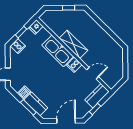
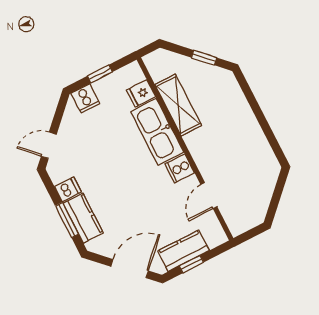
fridge: (36, 27) -> (141, 93), moved
shelving: (73, 44) -> (178, 105), moved
door: (93, 73) -> (209, 196), swing flipped
kitchen counter: (97, 96) -> (183, 251), moved

